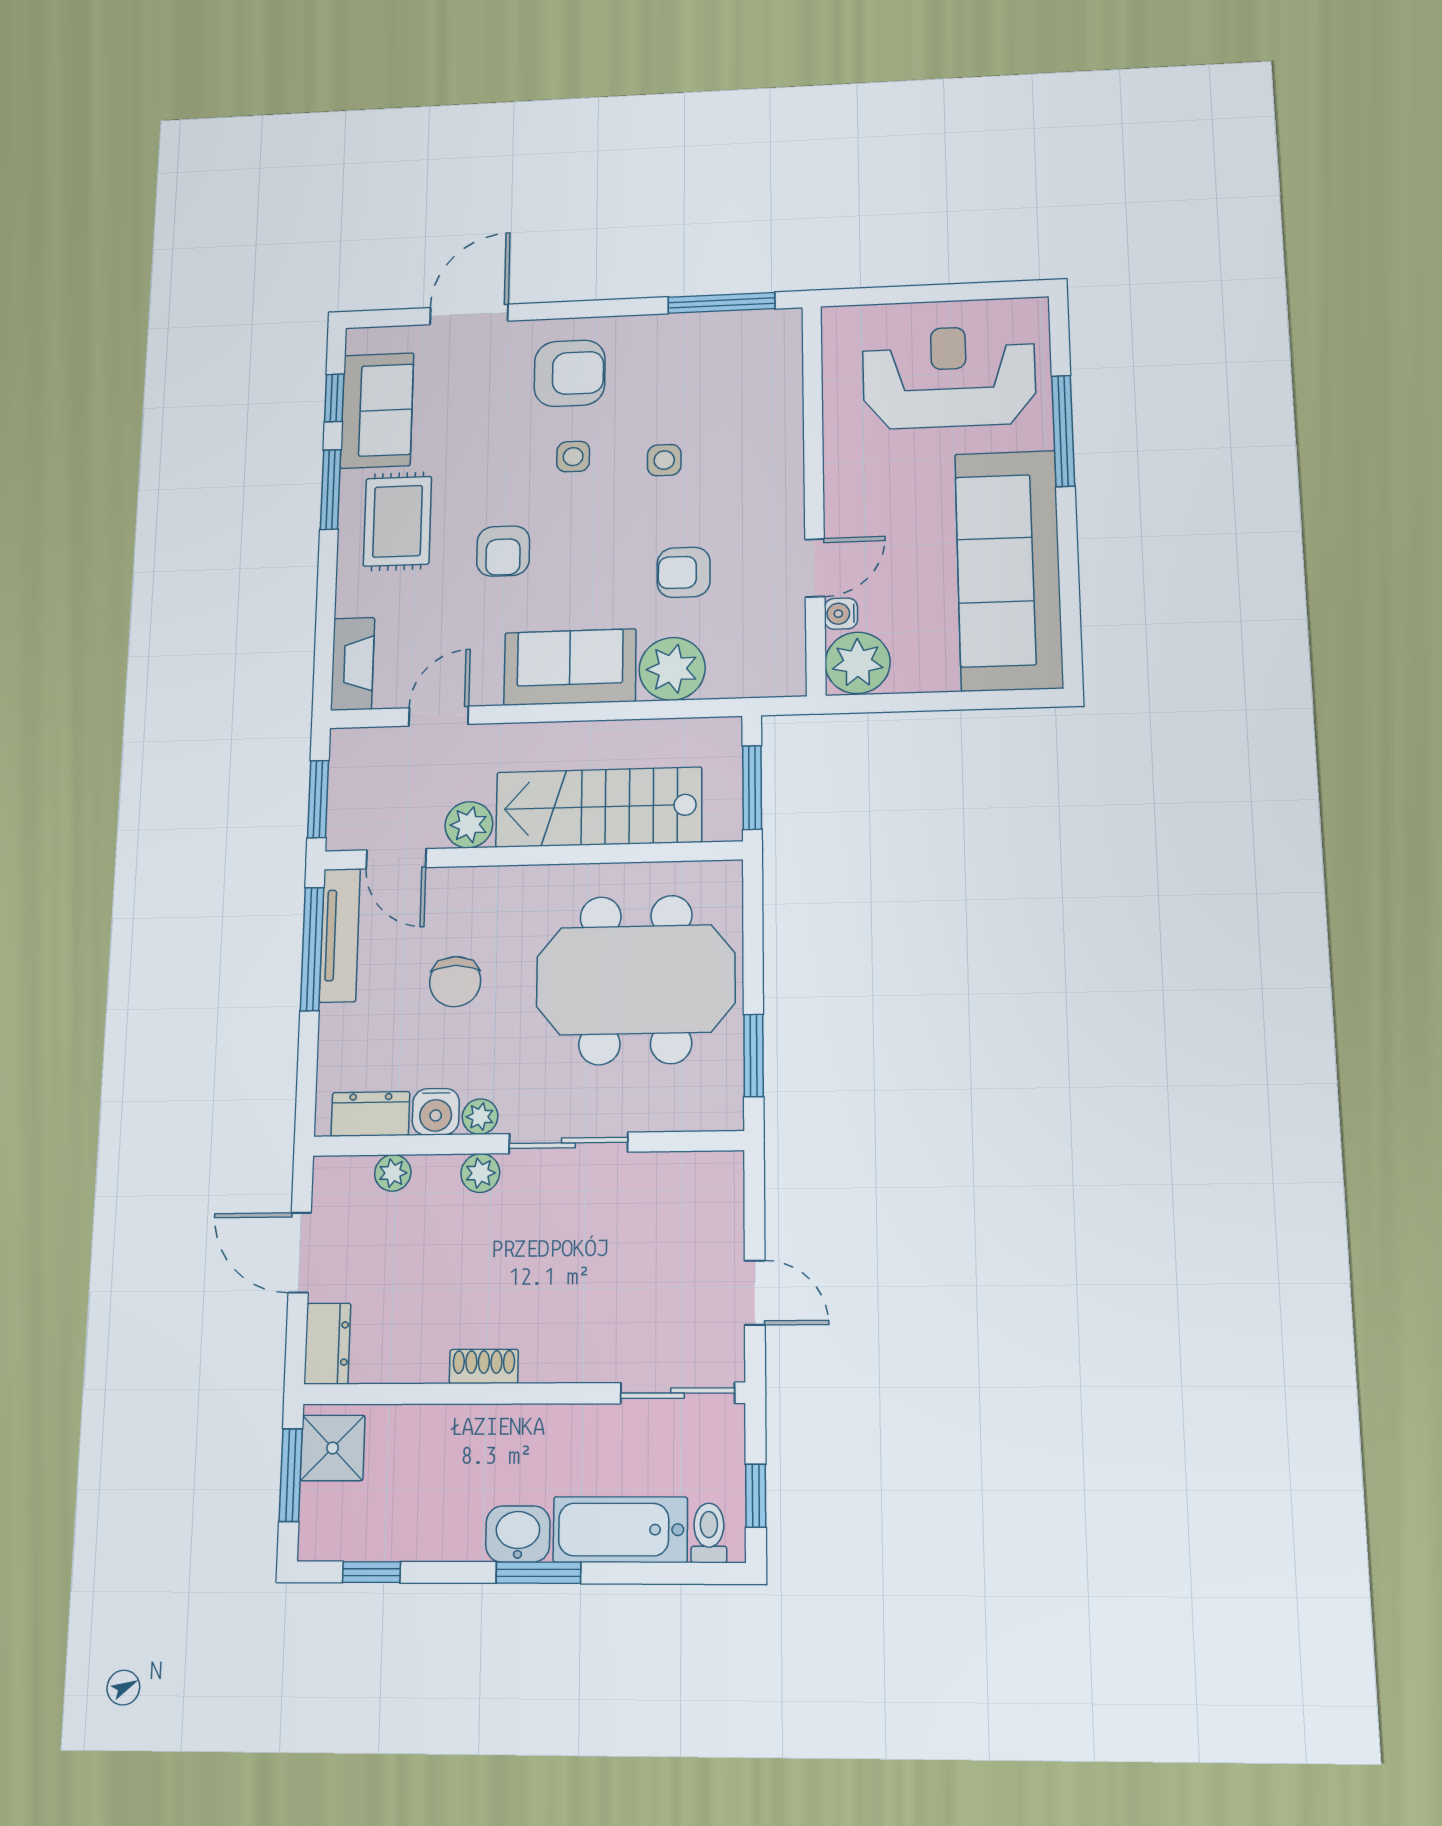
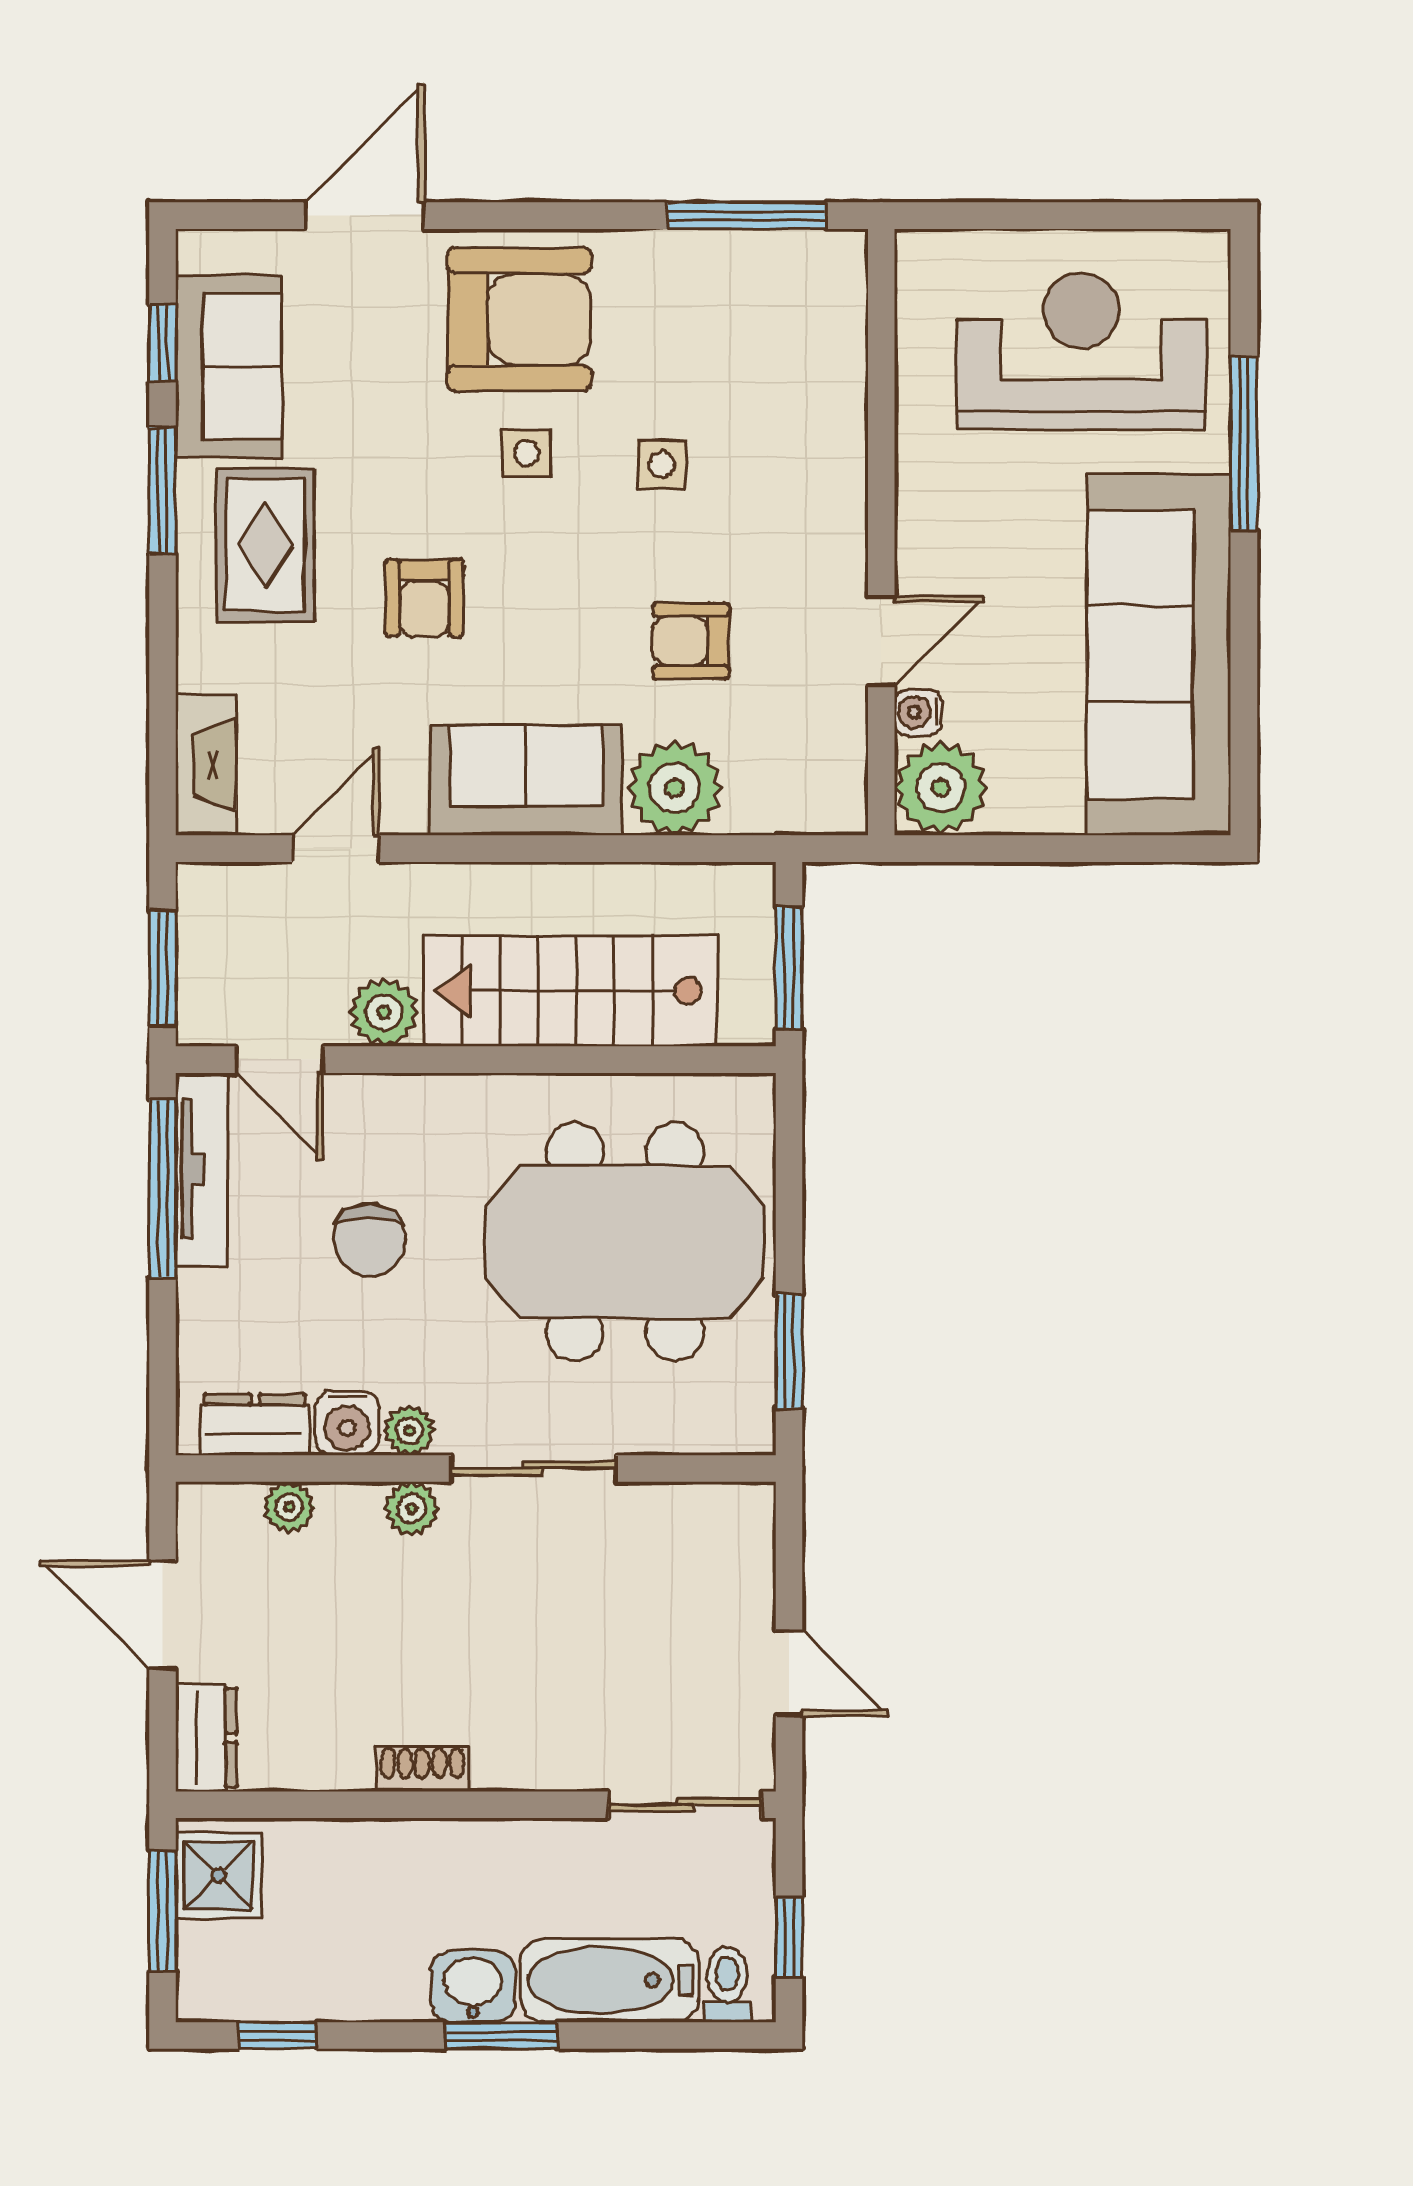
armchair: (570, 373) -> (519, 319), width x1.36, depth x1.36

